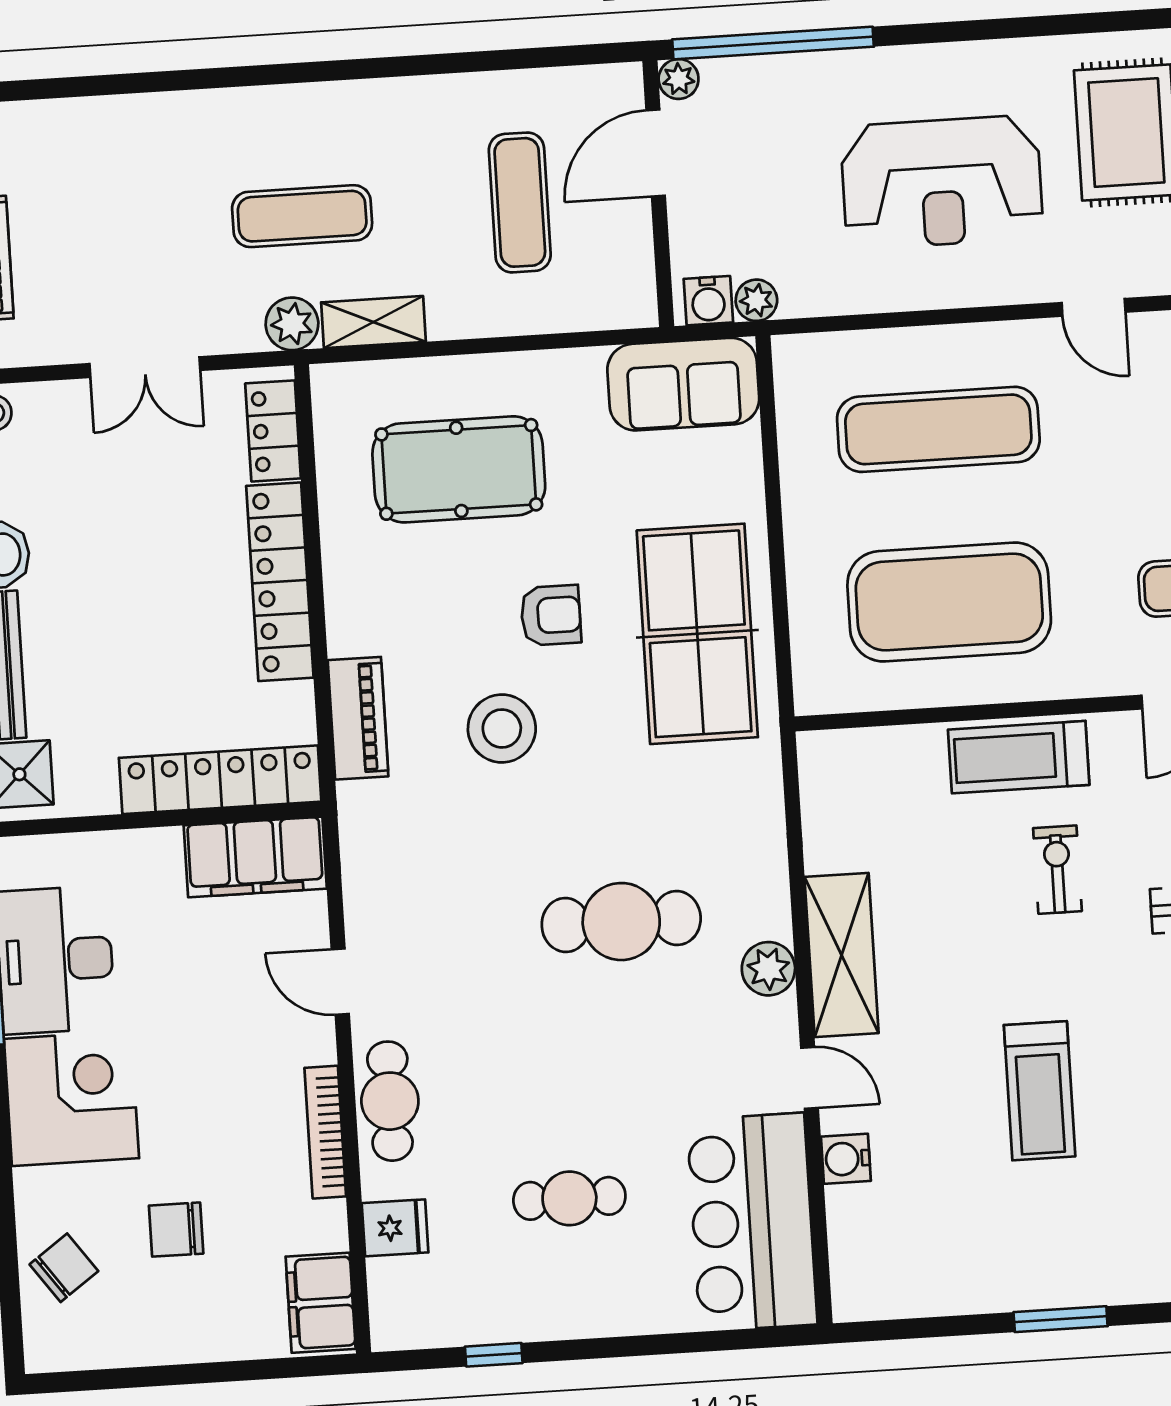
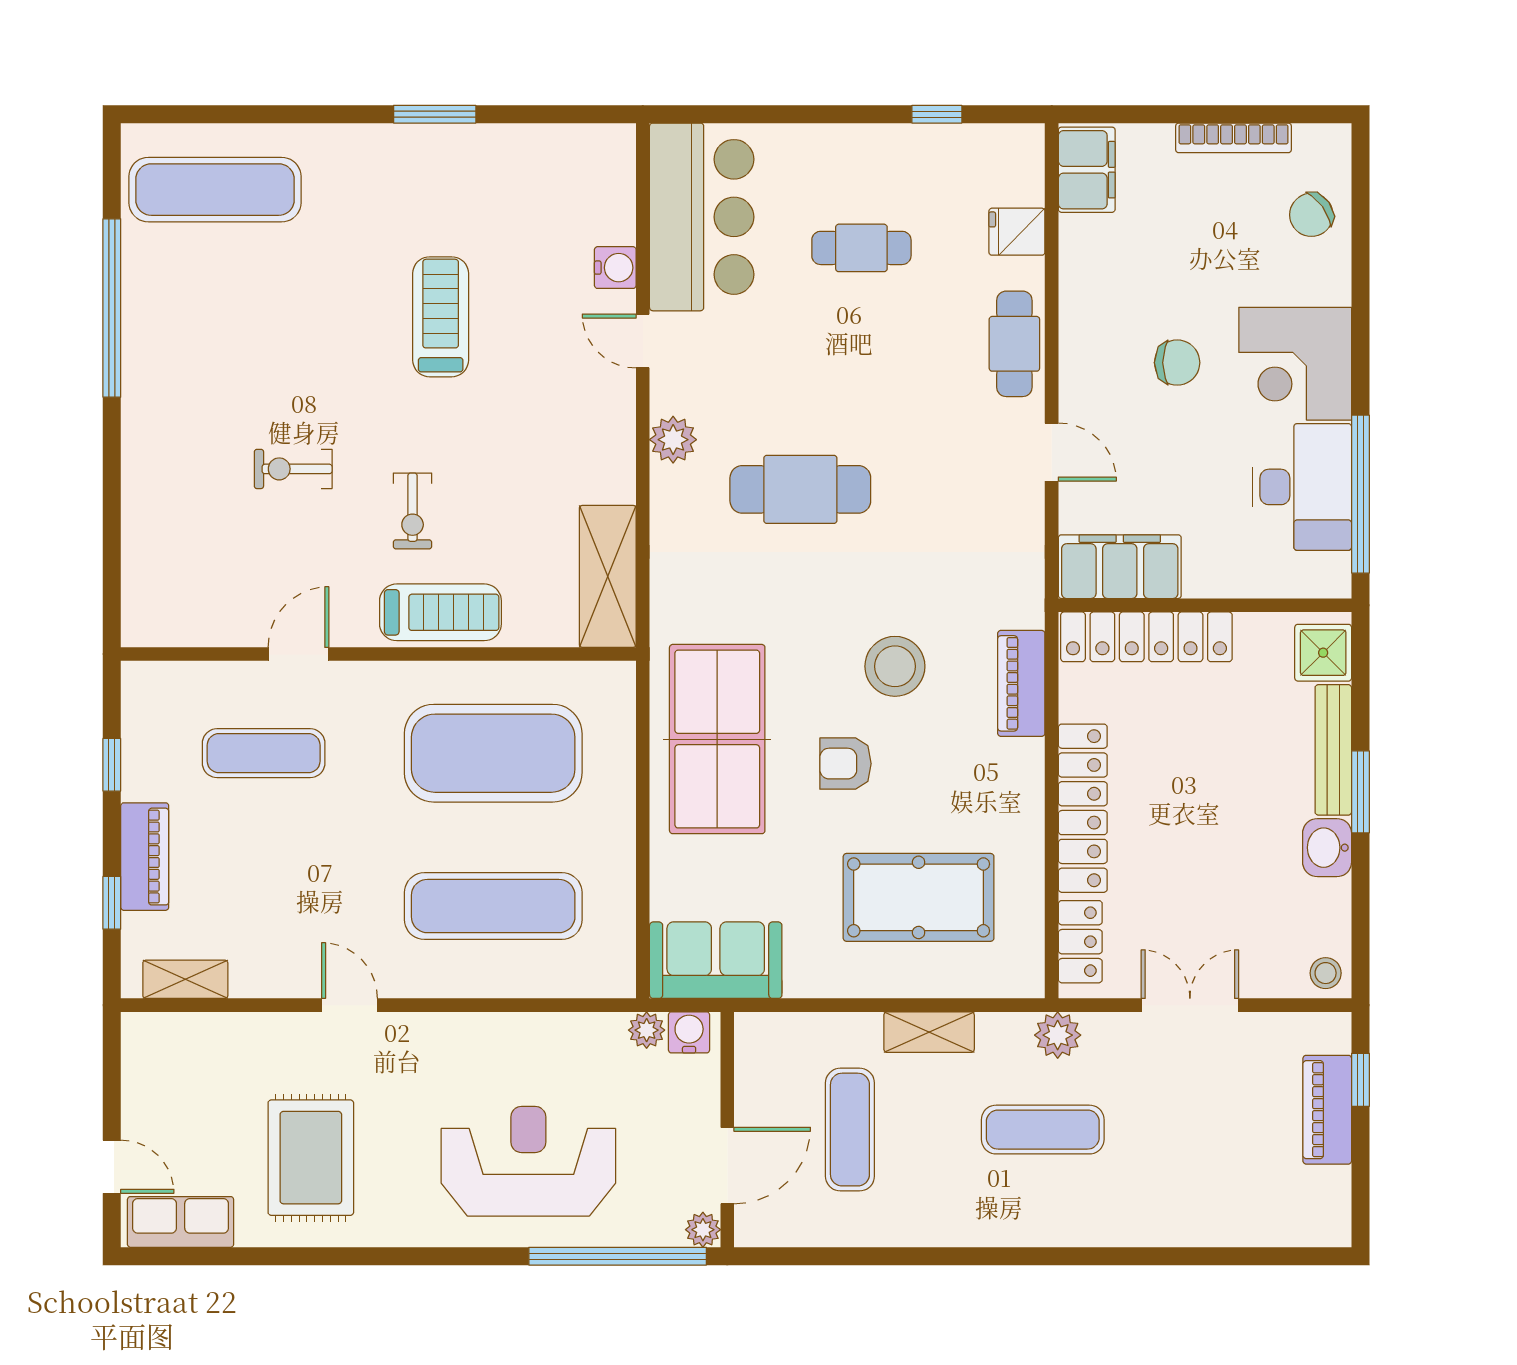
reception desk: (942, 182) -> (528, 1161), moved
shelving: (373, 322) -> (929, 1032), moved
shelving: (842, 955) -> (608, 576), moved
bookcase: (325, 1132) -> (1233, 138), moved, turned 90
chair: (176, 1230) -> (1177, 363), moved

